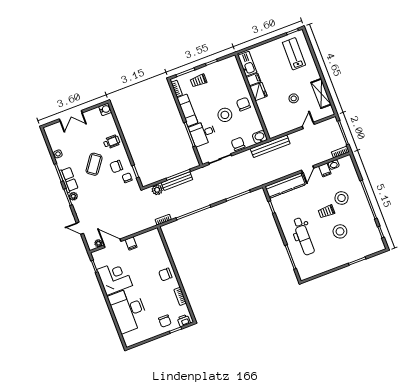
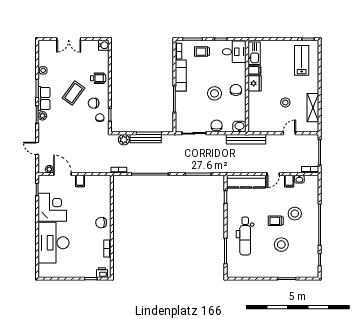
desk: (203, 133) -> (234, 52), moved, turned 180
chair: (165, 321) -> (84, 266), removed

